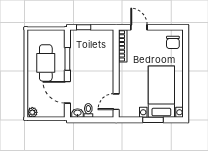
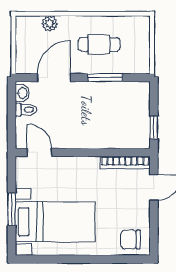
window: (84, 27) -> (154, 127), moved
cafe table: (46, 63) -> (99, 44), width x0.73, depth x0.74
plant: (32, 112) -> (50, 24), moved

